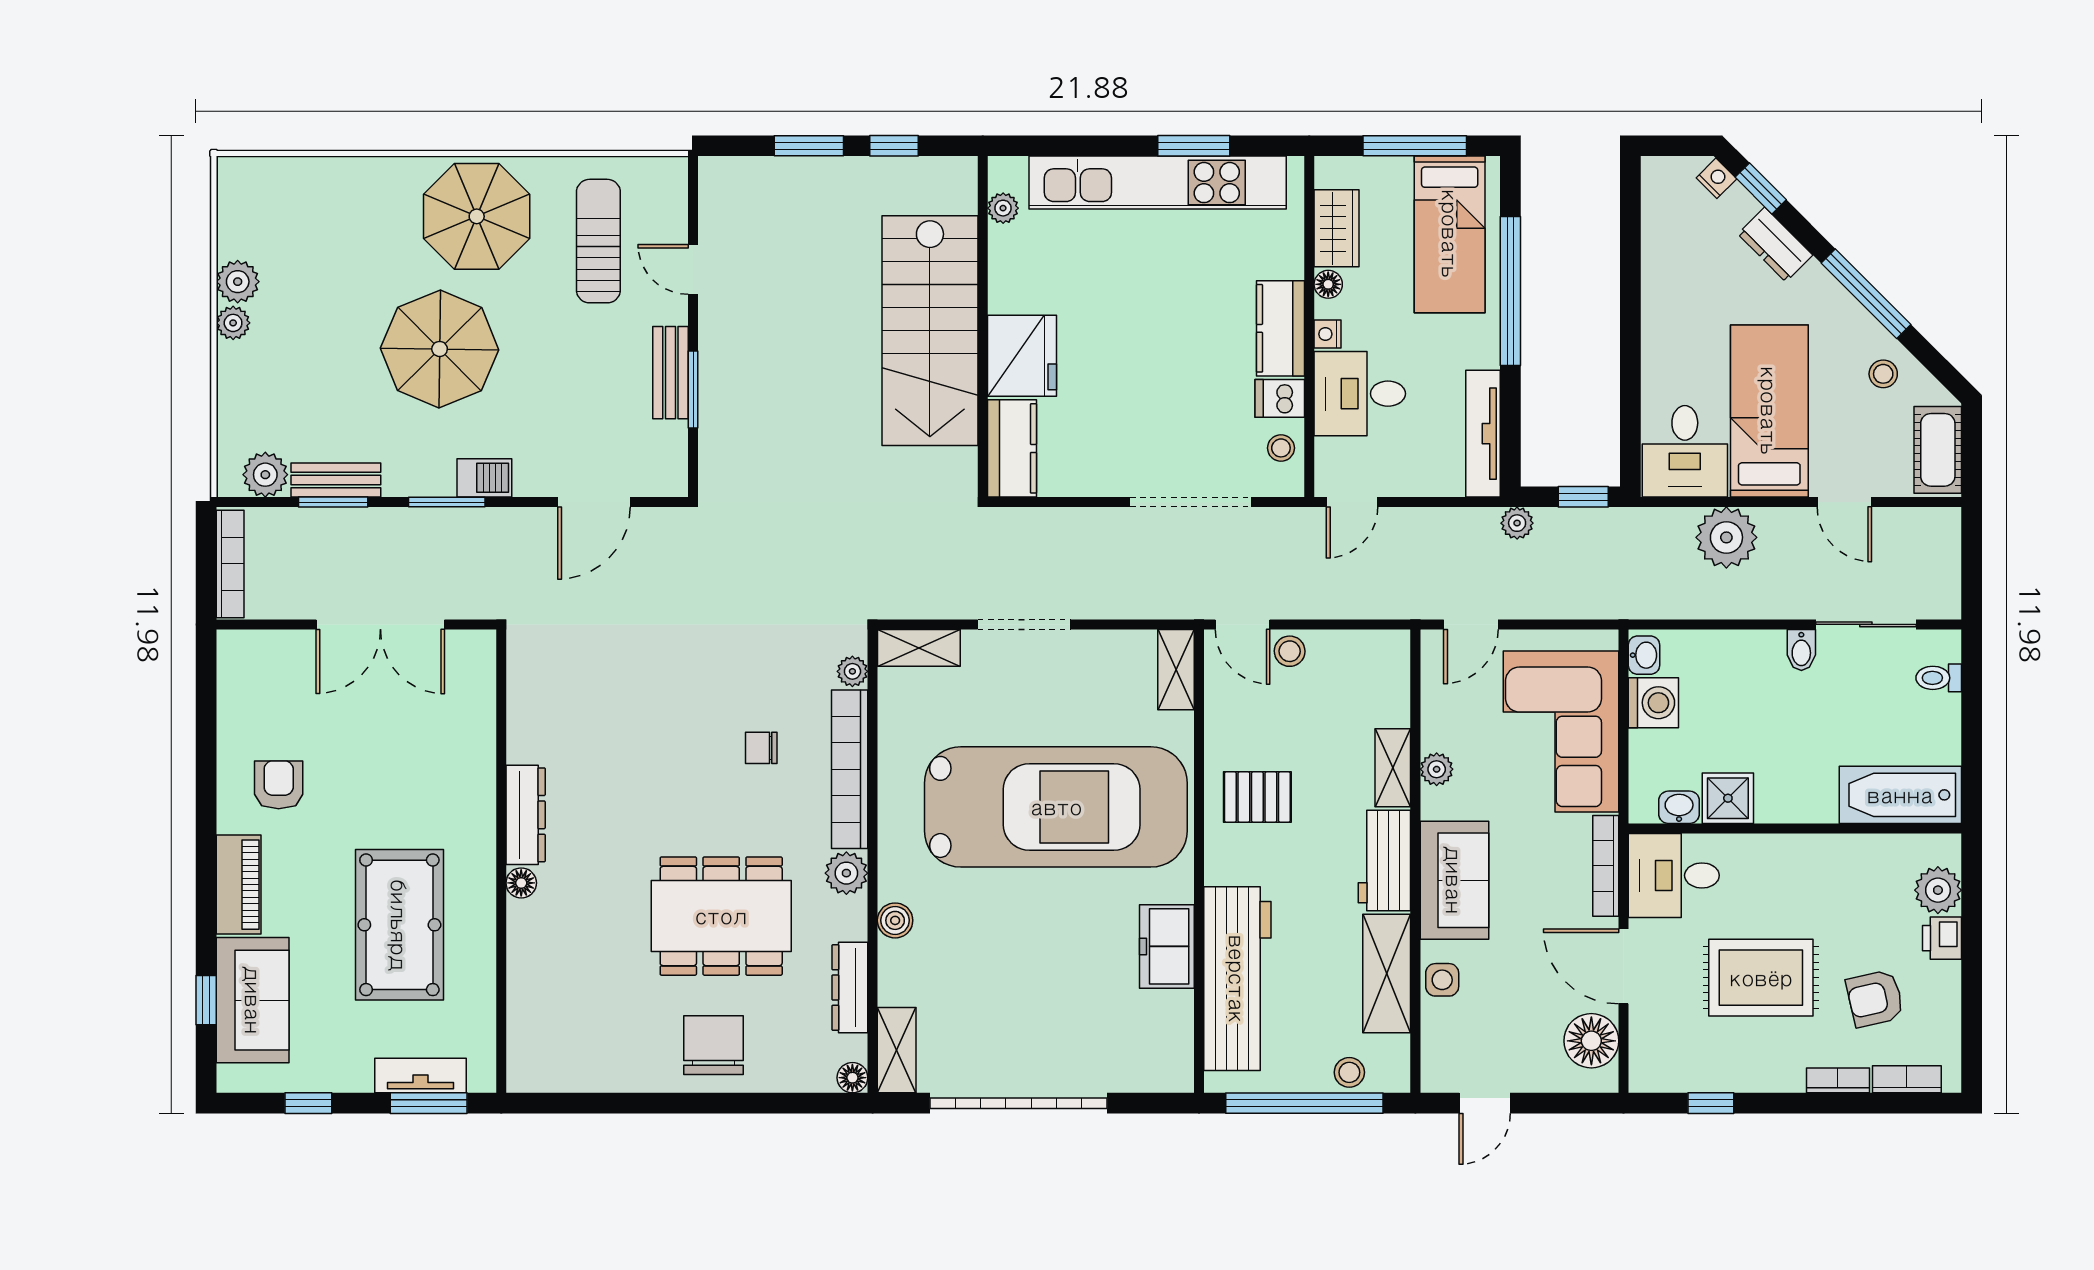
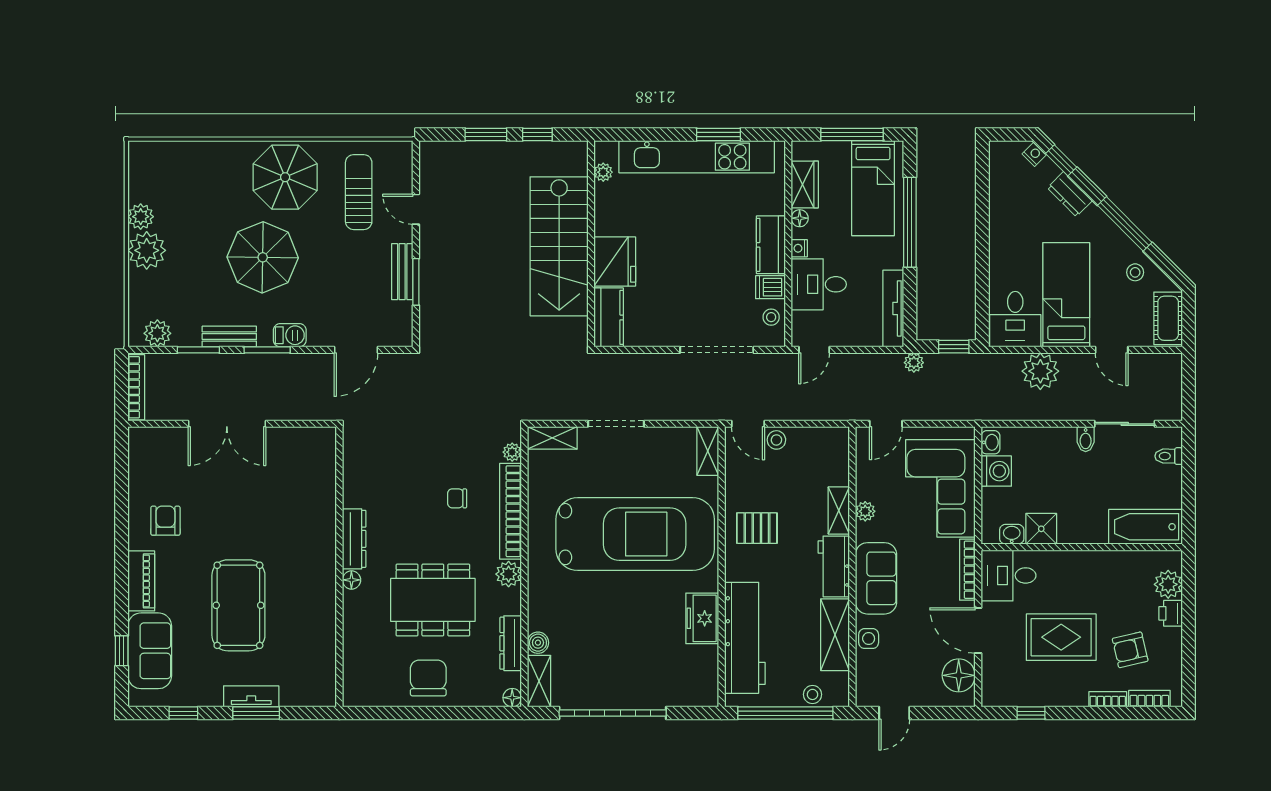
plant: (233, 323) -> (147, 250), width x1.87, depth x1.87
bench: (336, 480) -> (229, 336), moved
dresser: (526, 815) -> (354, 539), moved
wall: (501, 861) -> (339, 567), moved
floor lamp: (521, 883) -> (351, 580), moved
boiler: (895, 920) -> (538, 643), moved

